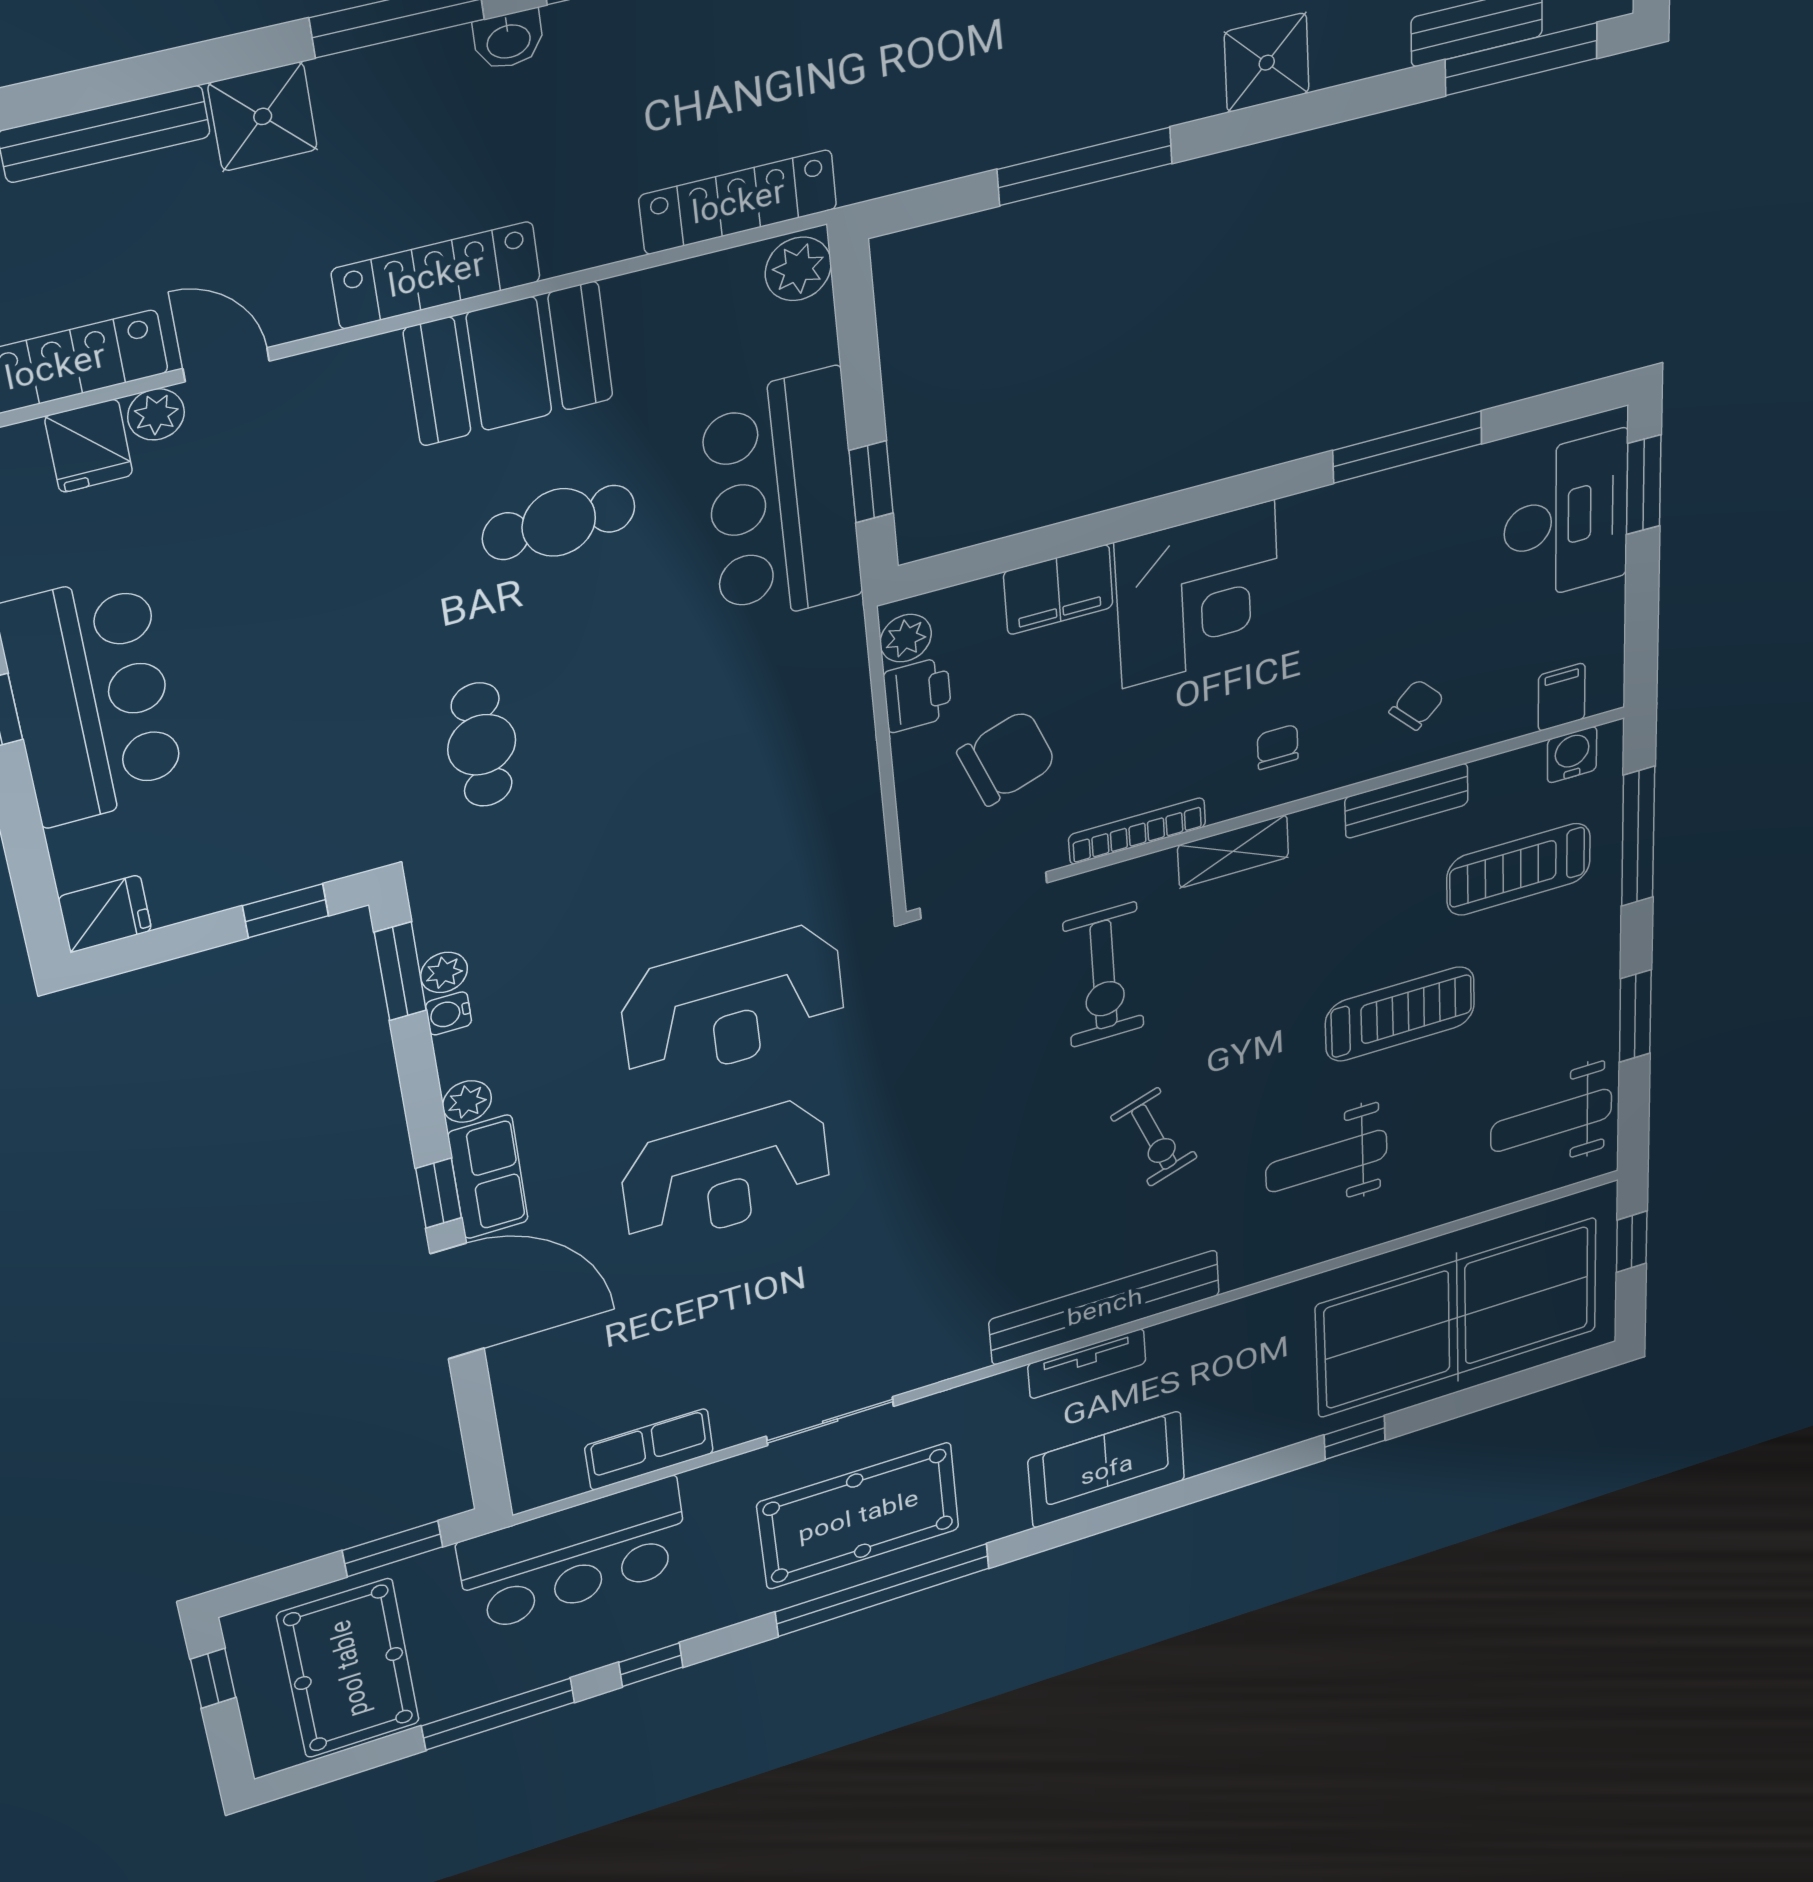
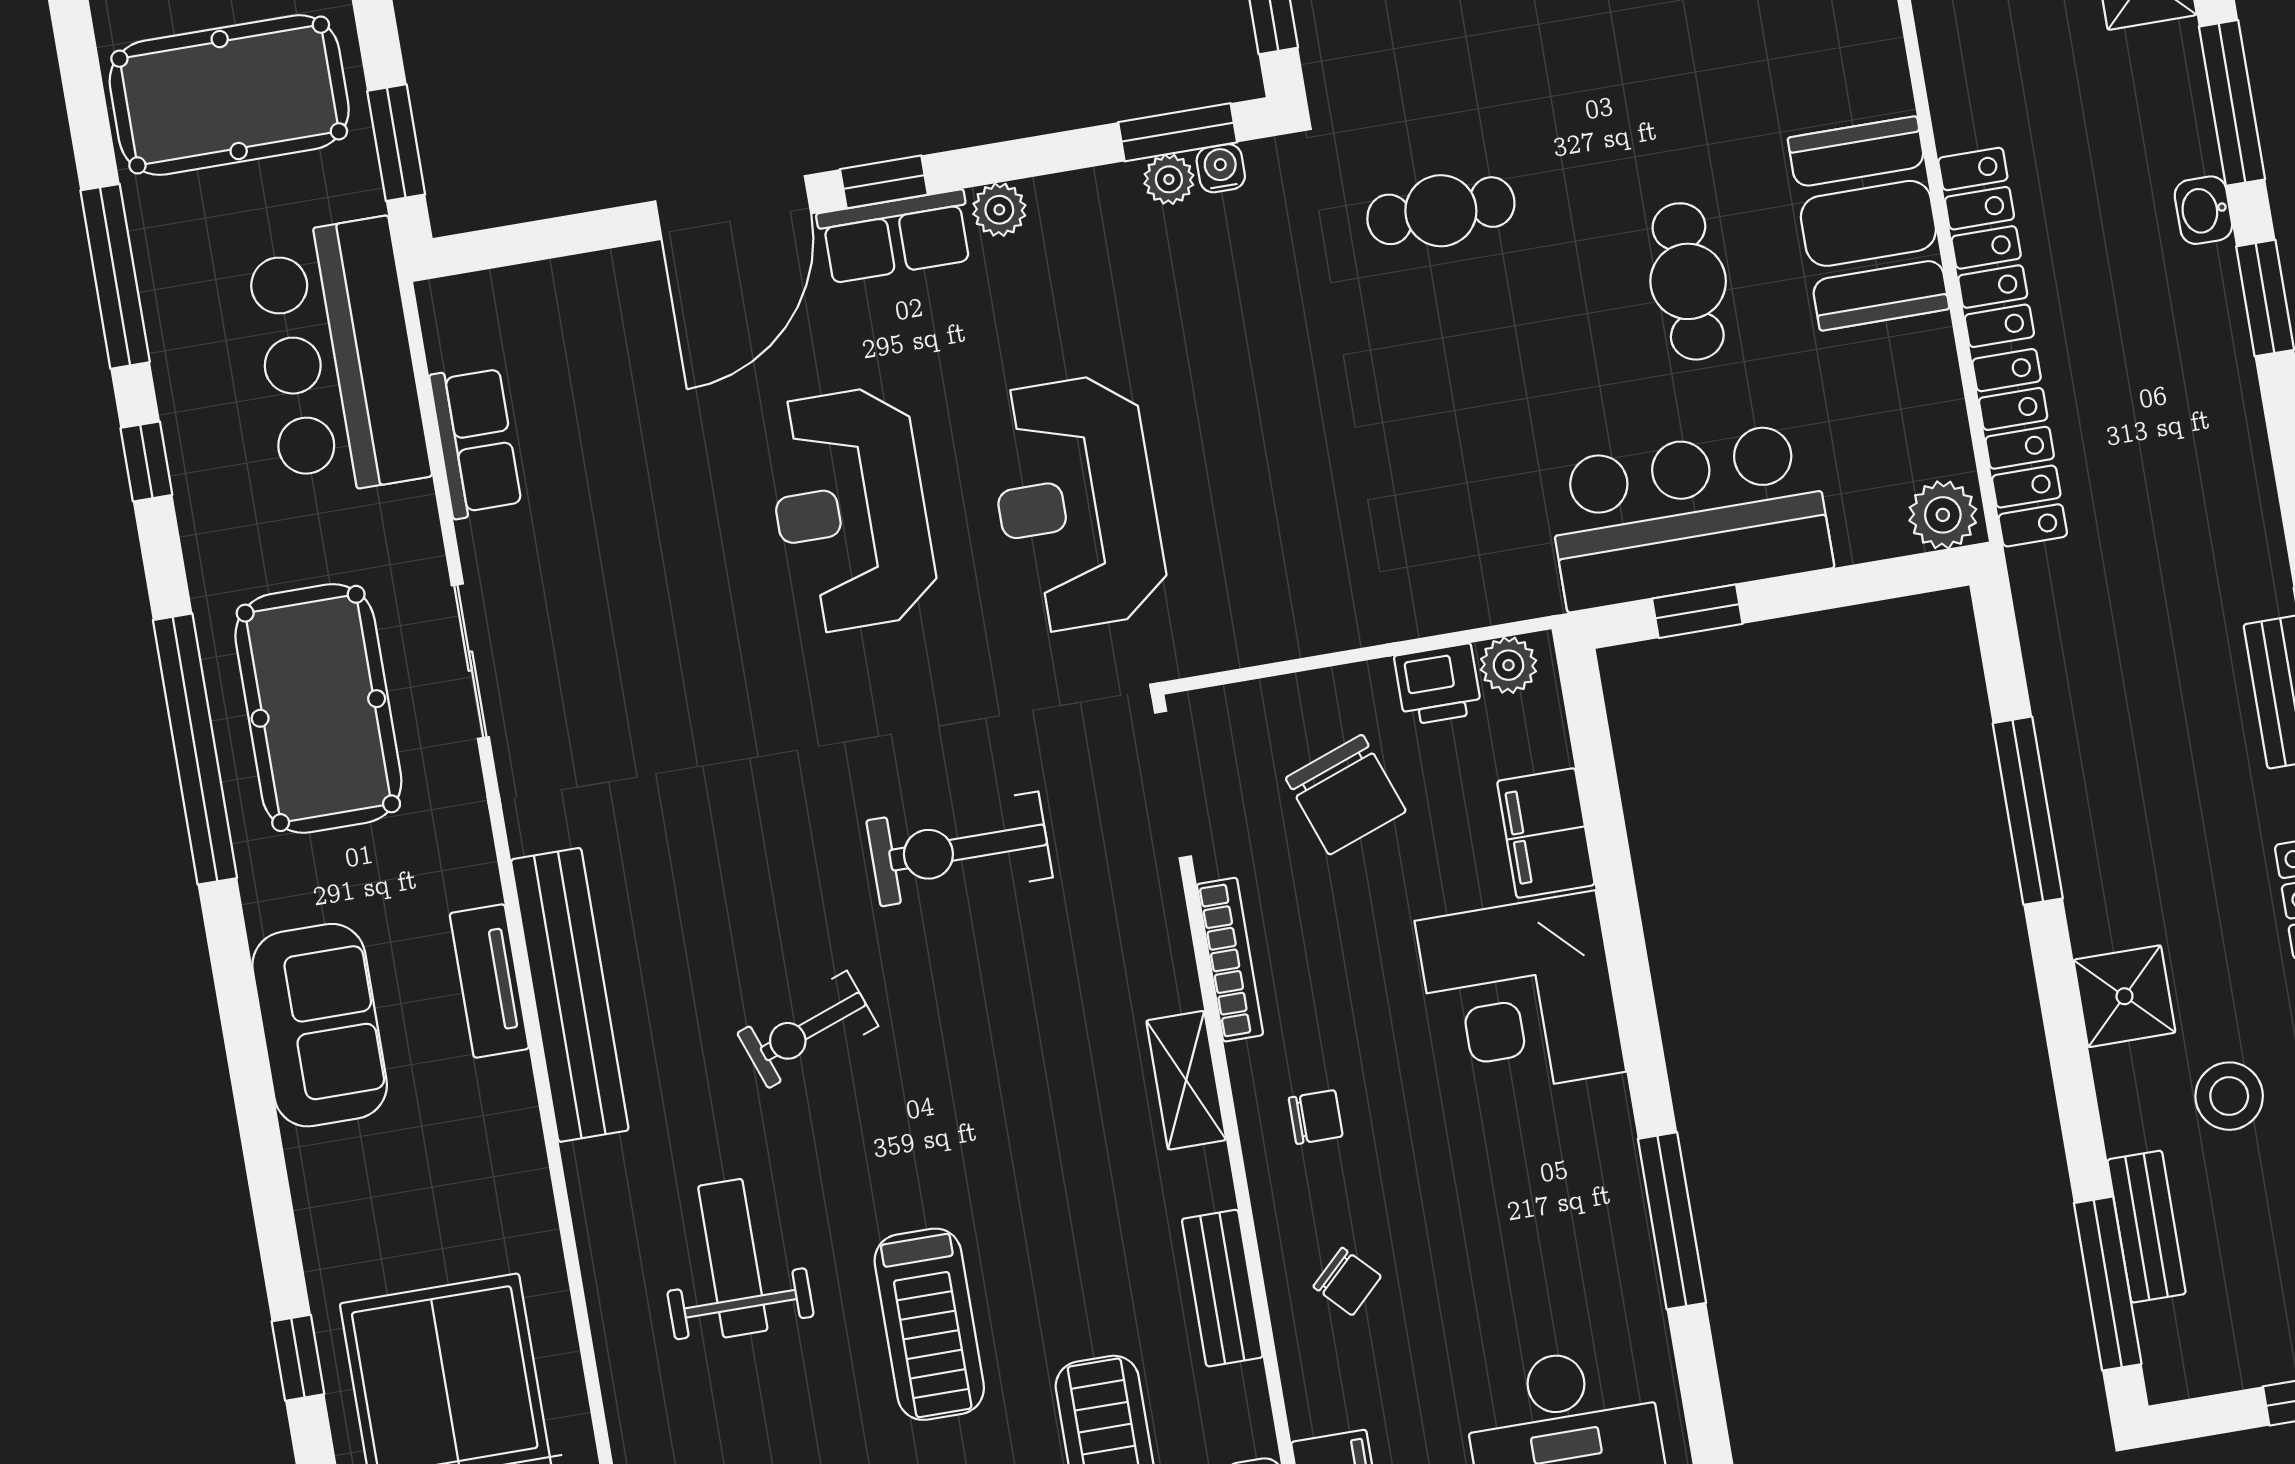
locker: (436, 275) -> (1986, 247), moved
exercise bike: (1104, 975) -> (959, 849), moved
water cooler: (449, 1013) -> (1221, 168), moved

